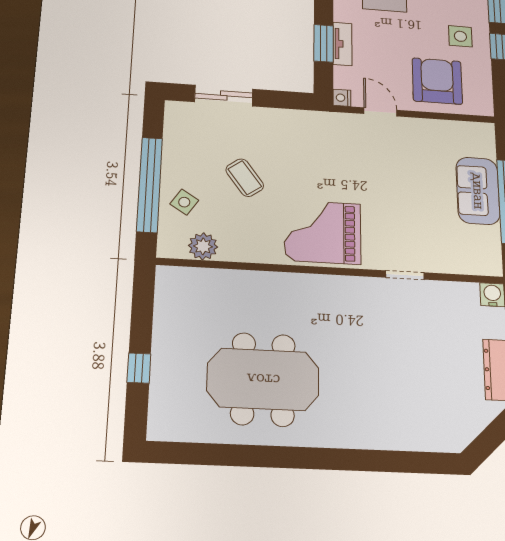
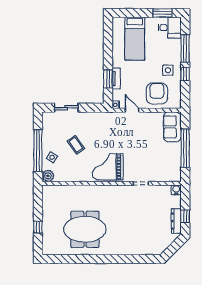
sofa: (478, 191) -> (172, 127), moved
plant: (203, 246) -> (48, 176), moved

